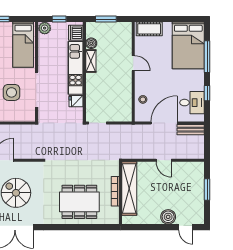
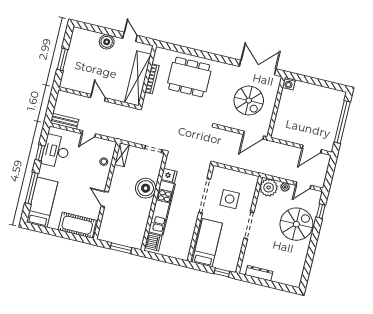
window: (59, 19) -> (166, 259), removed
plant: (45, 28) -> (183, 254), removed
cot: (149, 29) -> (77, 225), width x1.37, depth x1.34
boiler: (91, 43) -> (146, 188), moved, width x1.86, depth x1.86
bed: (188, 45) -> (42, 202), width x0.67
shelving: (91, 61) -> (122, 155), moved
desk: (192, 103) -> (56, 151), width x1.37
door: (164, 123) -> (89, 134), width x0.53
door: (186, 227) -> (130, 37), moved

